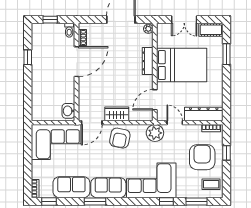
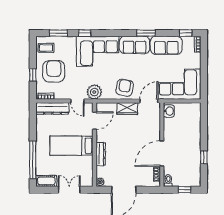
window: (226, 54) -> (33, 160), width x2.11
bed: (182, 65) -> (71, 146), width x0.67
armchair: (202, 157) -> (54, 71), turned 180

